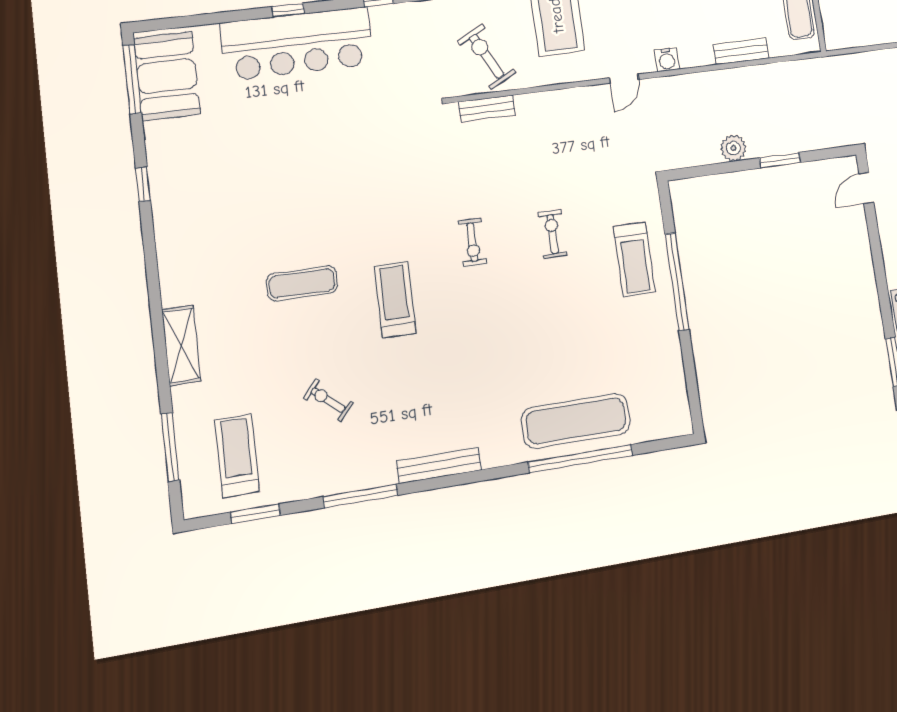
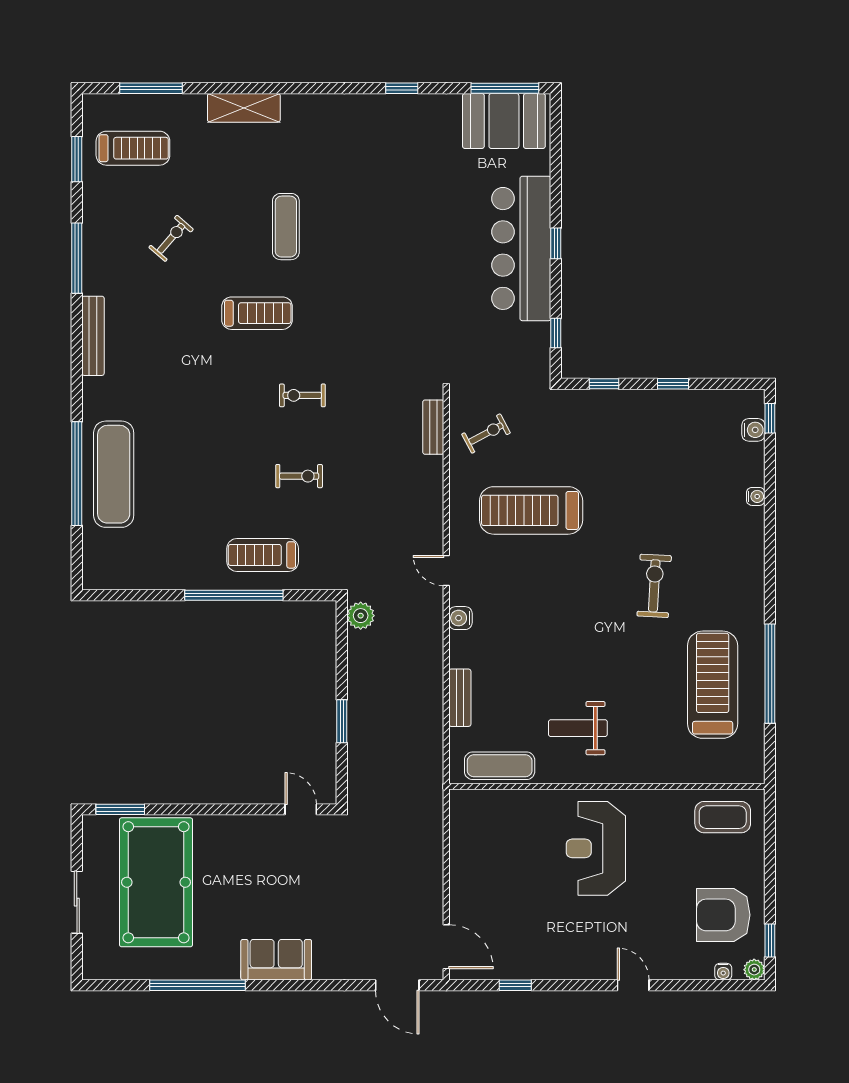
exercise bike: (487, 56) -> (486, 434), width x0.73, depth x0.72
plant: (733, 148) -> (361, 616), moved

